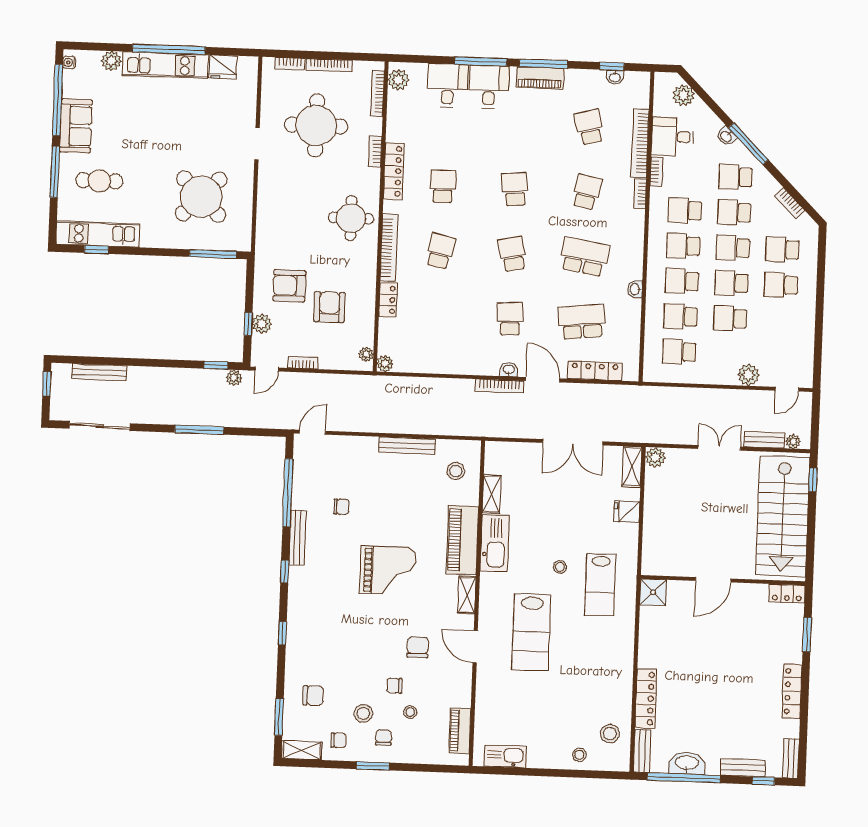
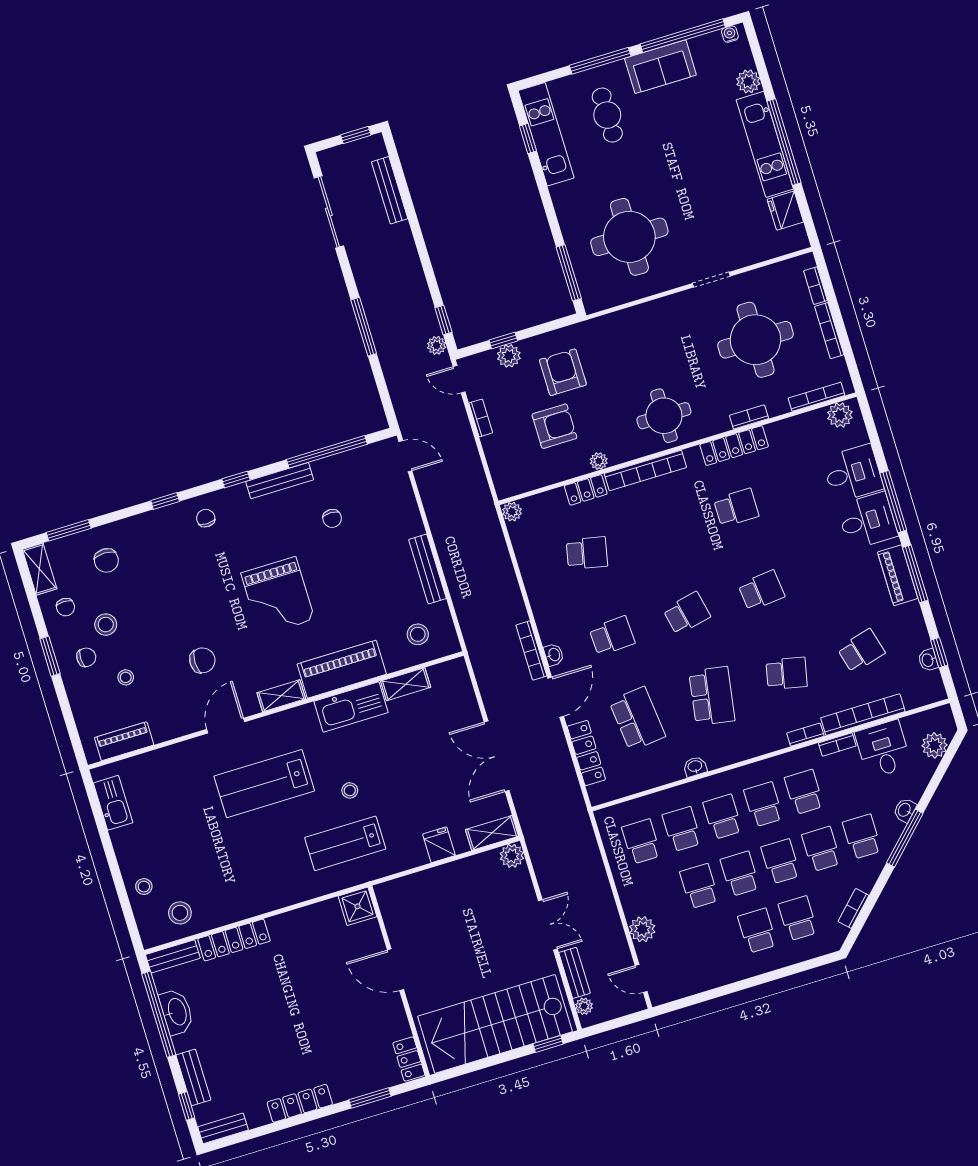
round table: (201, 197) -> (629, 237), turned 45
school desk: (440, 251) -> (587, 553), moved
plant: (366, 354) -> (599, 461), moved
chair: (394, 686) -> (206, 518), moved

